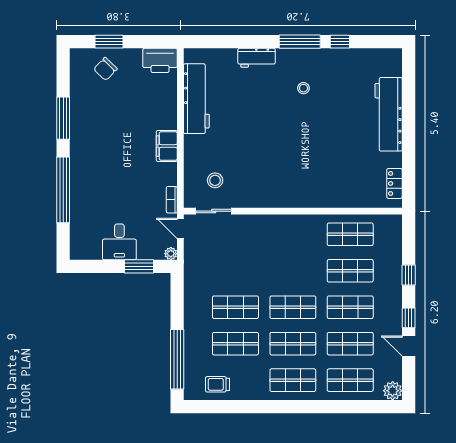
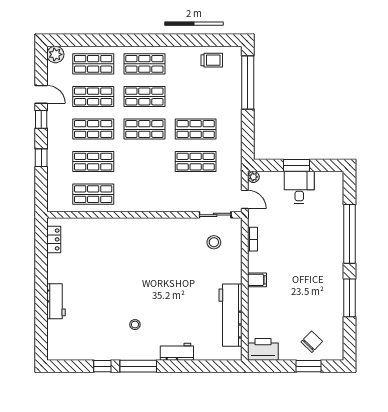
workbench: (389, 114) -> (56, 301), width x0.53, depth x0.76
filing cabinet: (167, 146) -> (257, 280), width x0.50
bookcase: (172, 200) -> (252, 239), moved
window: (139, 266) -> (296, 165), moved
shop shelf: (235, 344) -> (196, 162), moved

